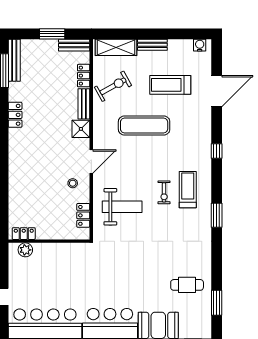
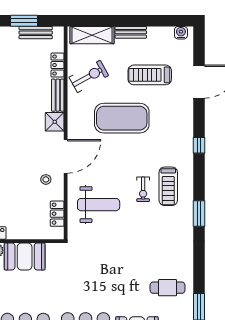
bench: (74, 45) -> (36, 33), moved
exercise mat: (144, 125) -> (122, 118), width x1.47
door: (91, 161) -> (66, 156), width x1.36
treadmill: (188, 190) -> (168, 186), turned 180
booth: (53, 256) -> (25, 256), added

